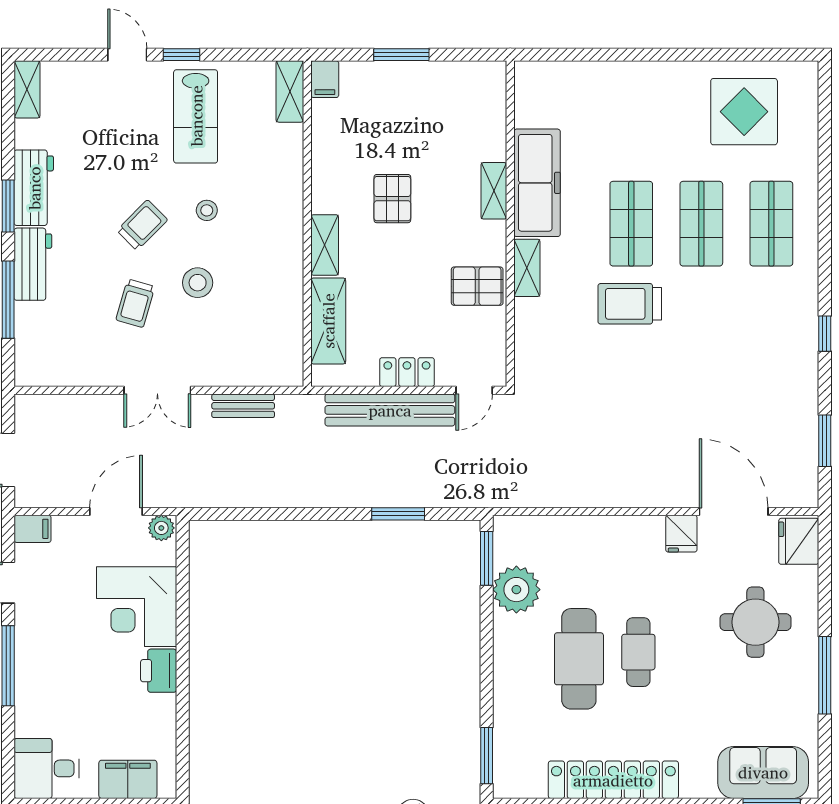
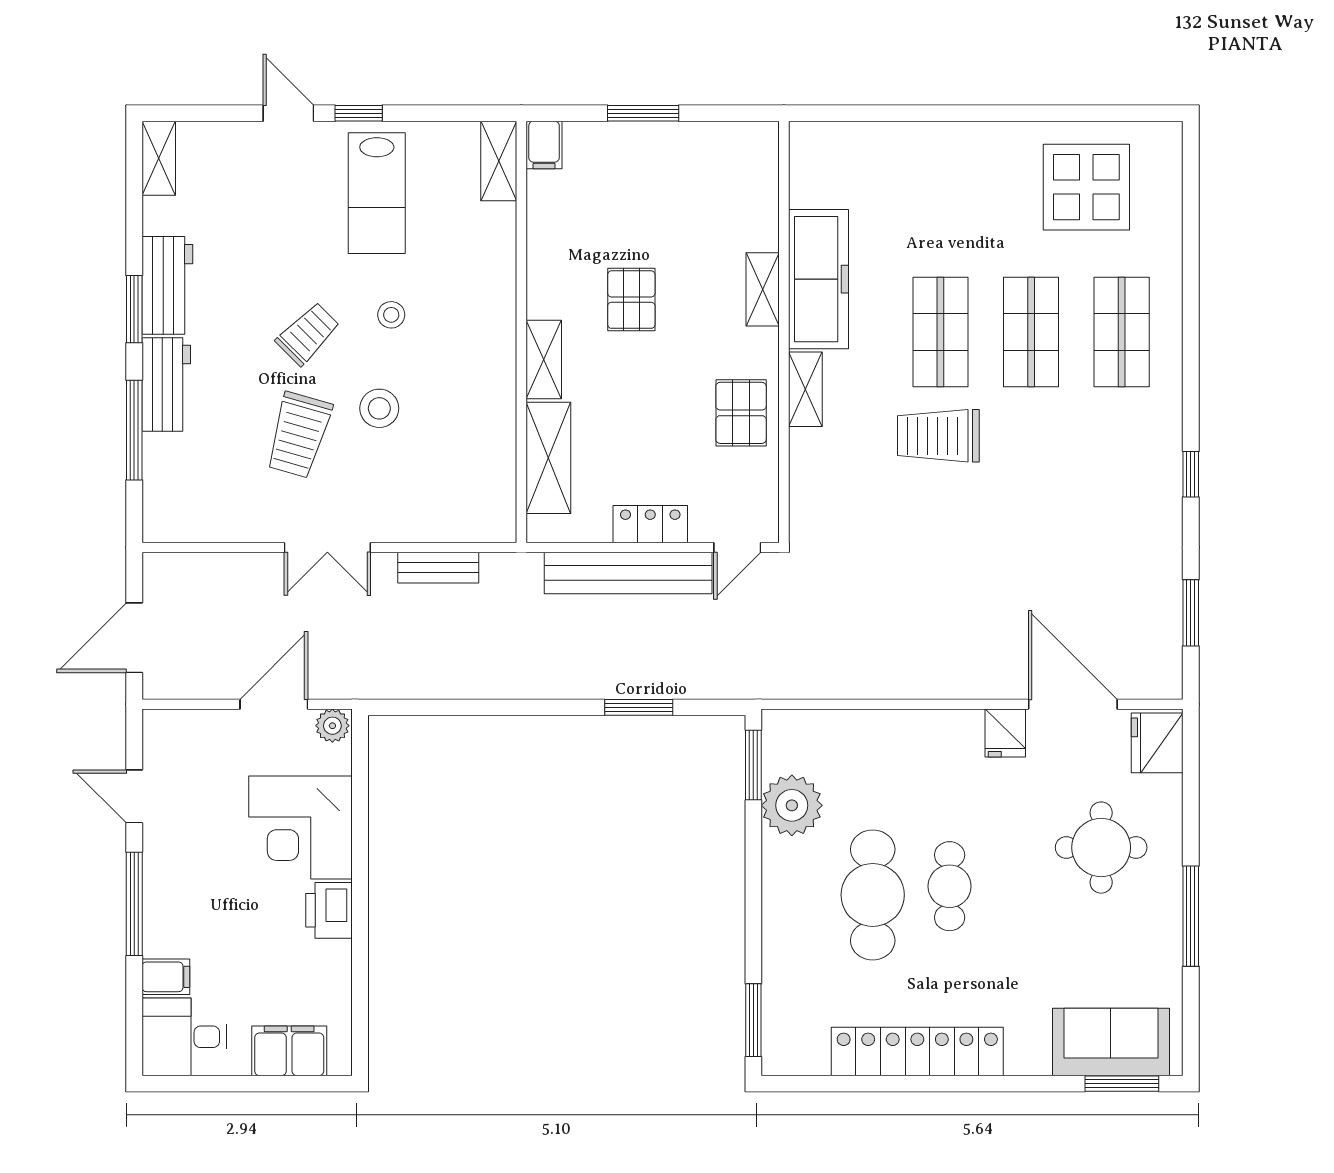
pallet: (477, 286) -> (741, 413), turned 90
trolley: (135, 303) -> (299, 435), width x1.36, depth x1.39
filing cabinet: (33, 529) -> (166, 977), moved

